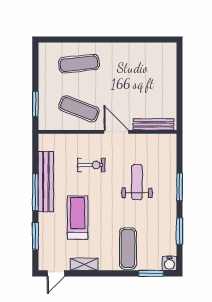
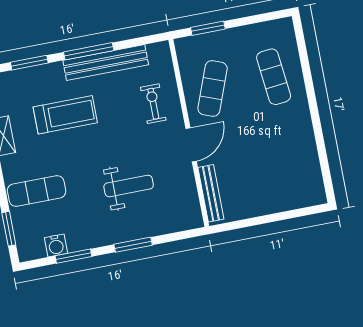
exercise bike: (91, 165) -> (153, 104), moved, turned 180
water cooler: (169, 263) -> (56, 245), moved, turned -90

